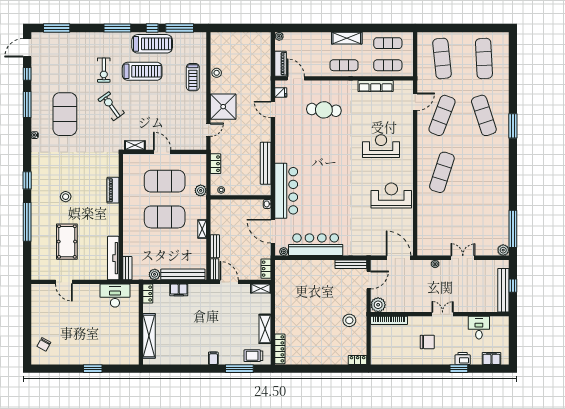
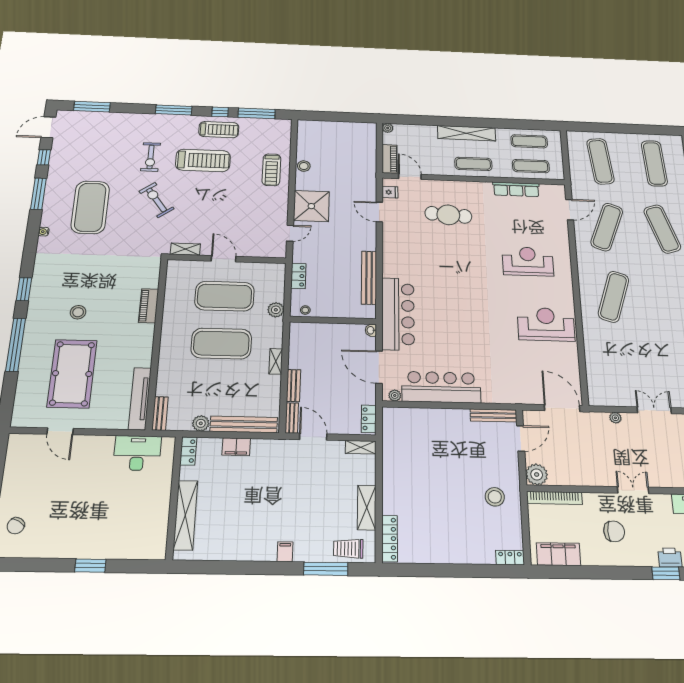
shelving: (347, 38) -> (467, 133), width x1.47
treadmill: (152, 44) -> (219, 130), width x0.73, depth x0.73
pool table: (67, 242) -> (72, 374), width x1.36, depth x1.32
filing cabinet: (389, 357) -> (559, 554), added

